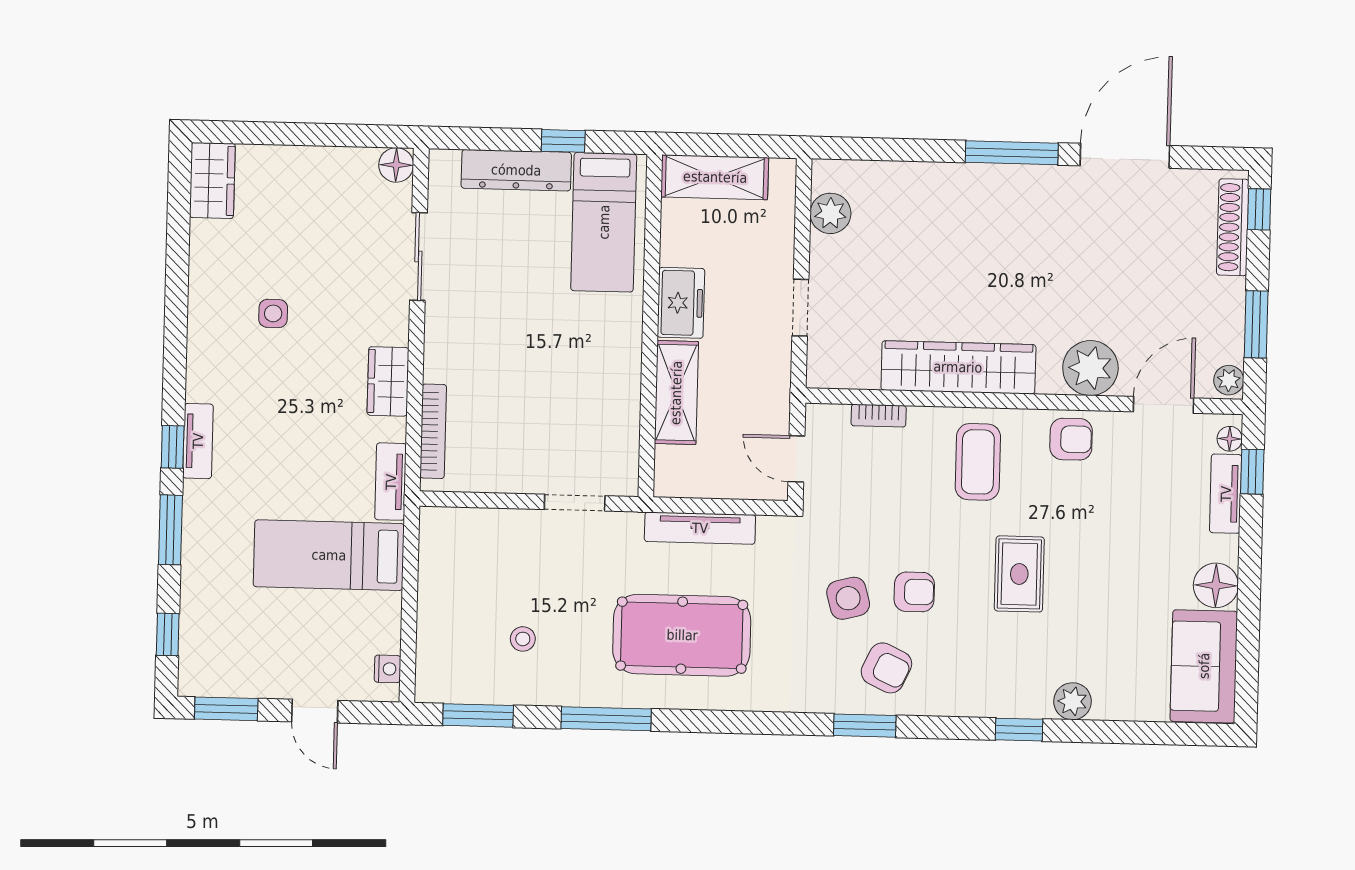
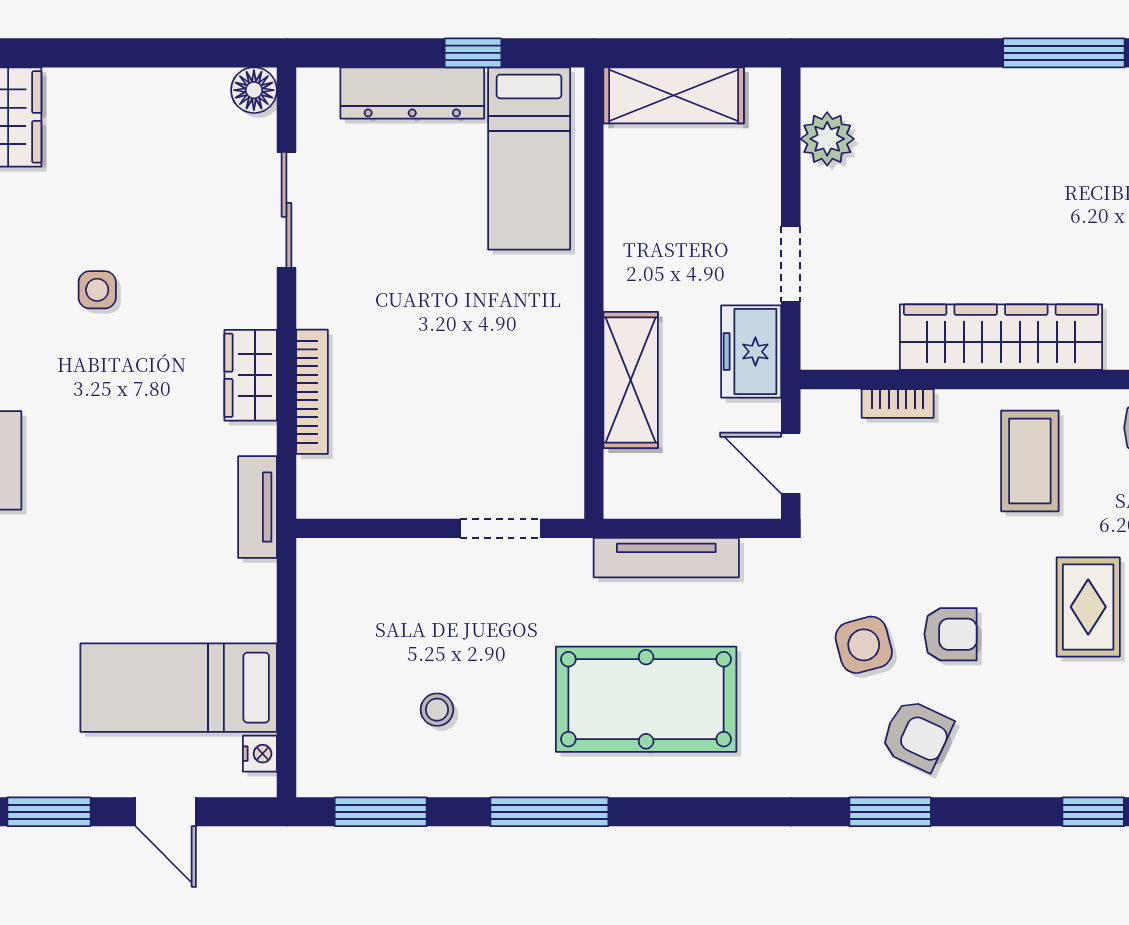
freezer: (681, 303) -> (751, 352), moved, turned 180
bookcase: (433, 431) -> (312, 392), moved
bed: (329, 555) -> (179, 688), moved

